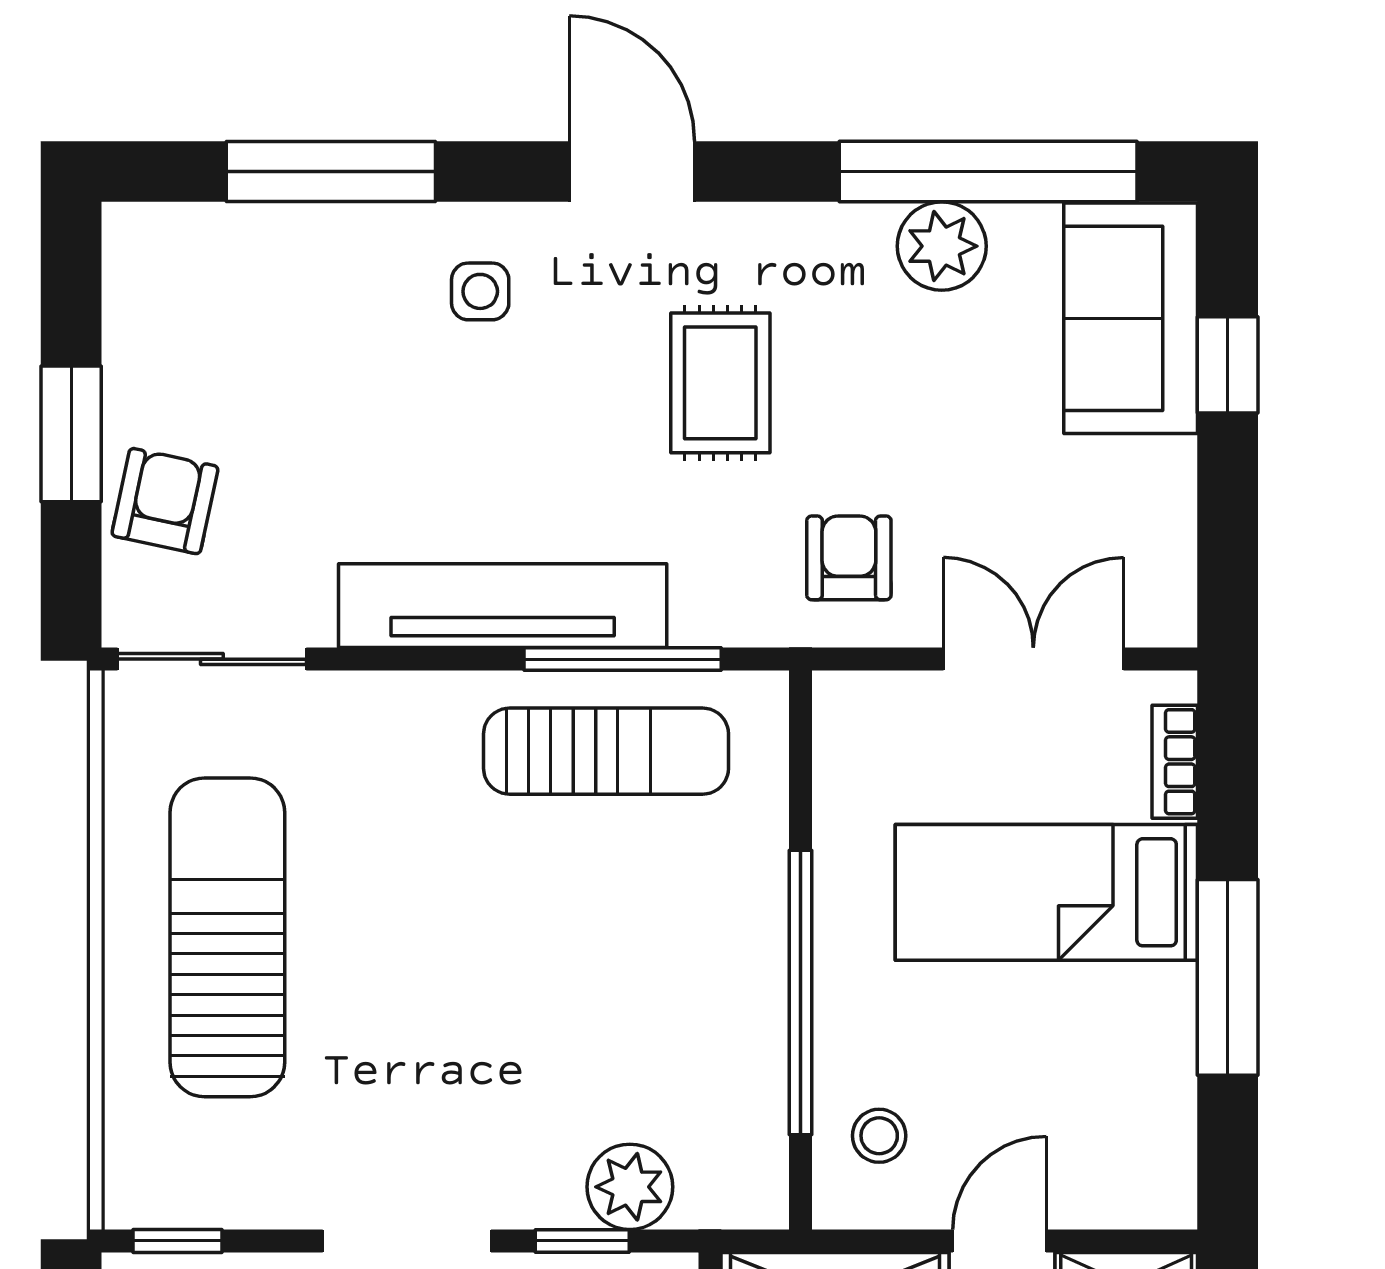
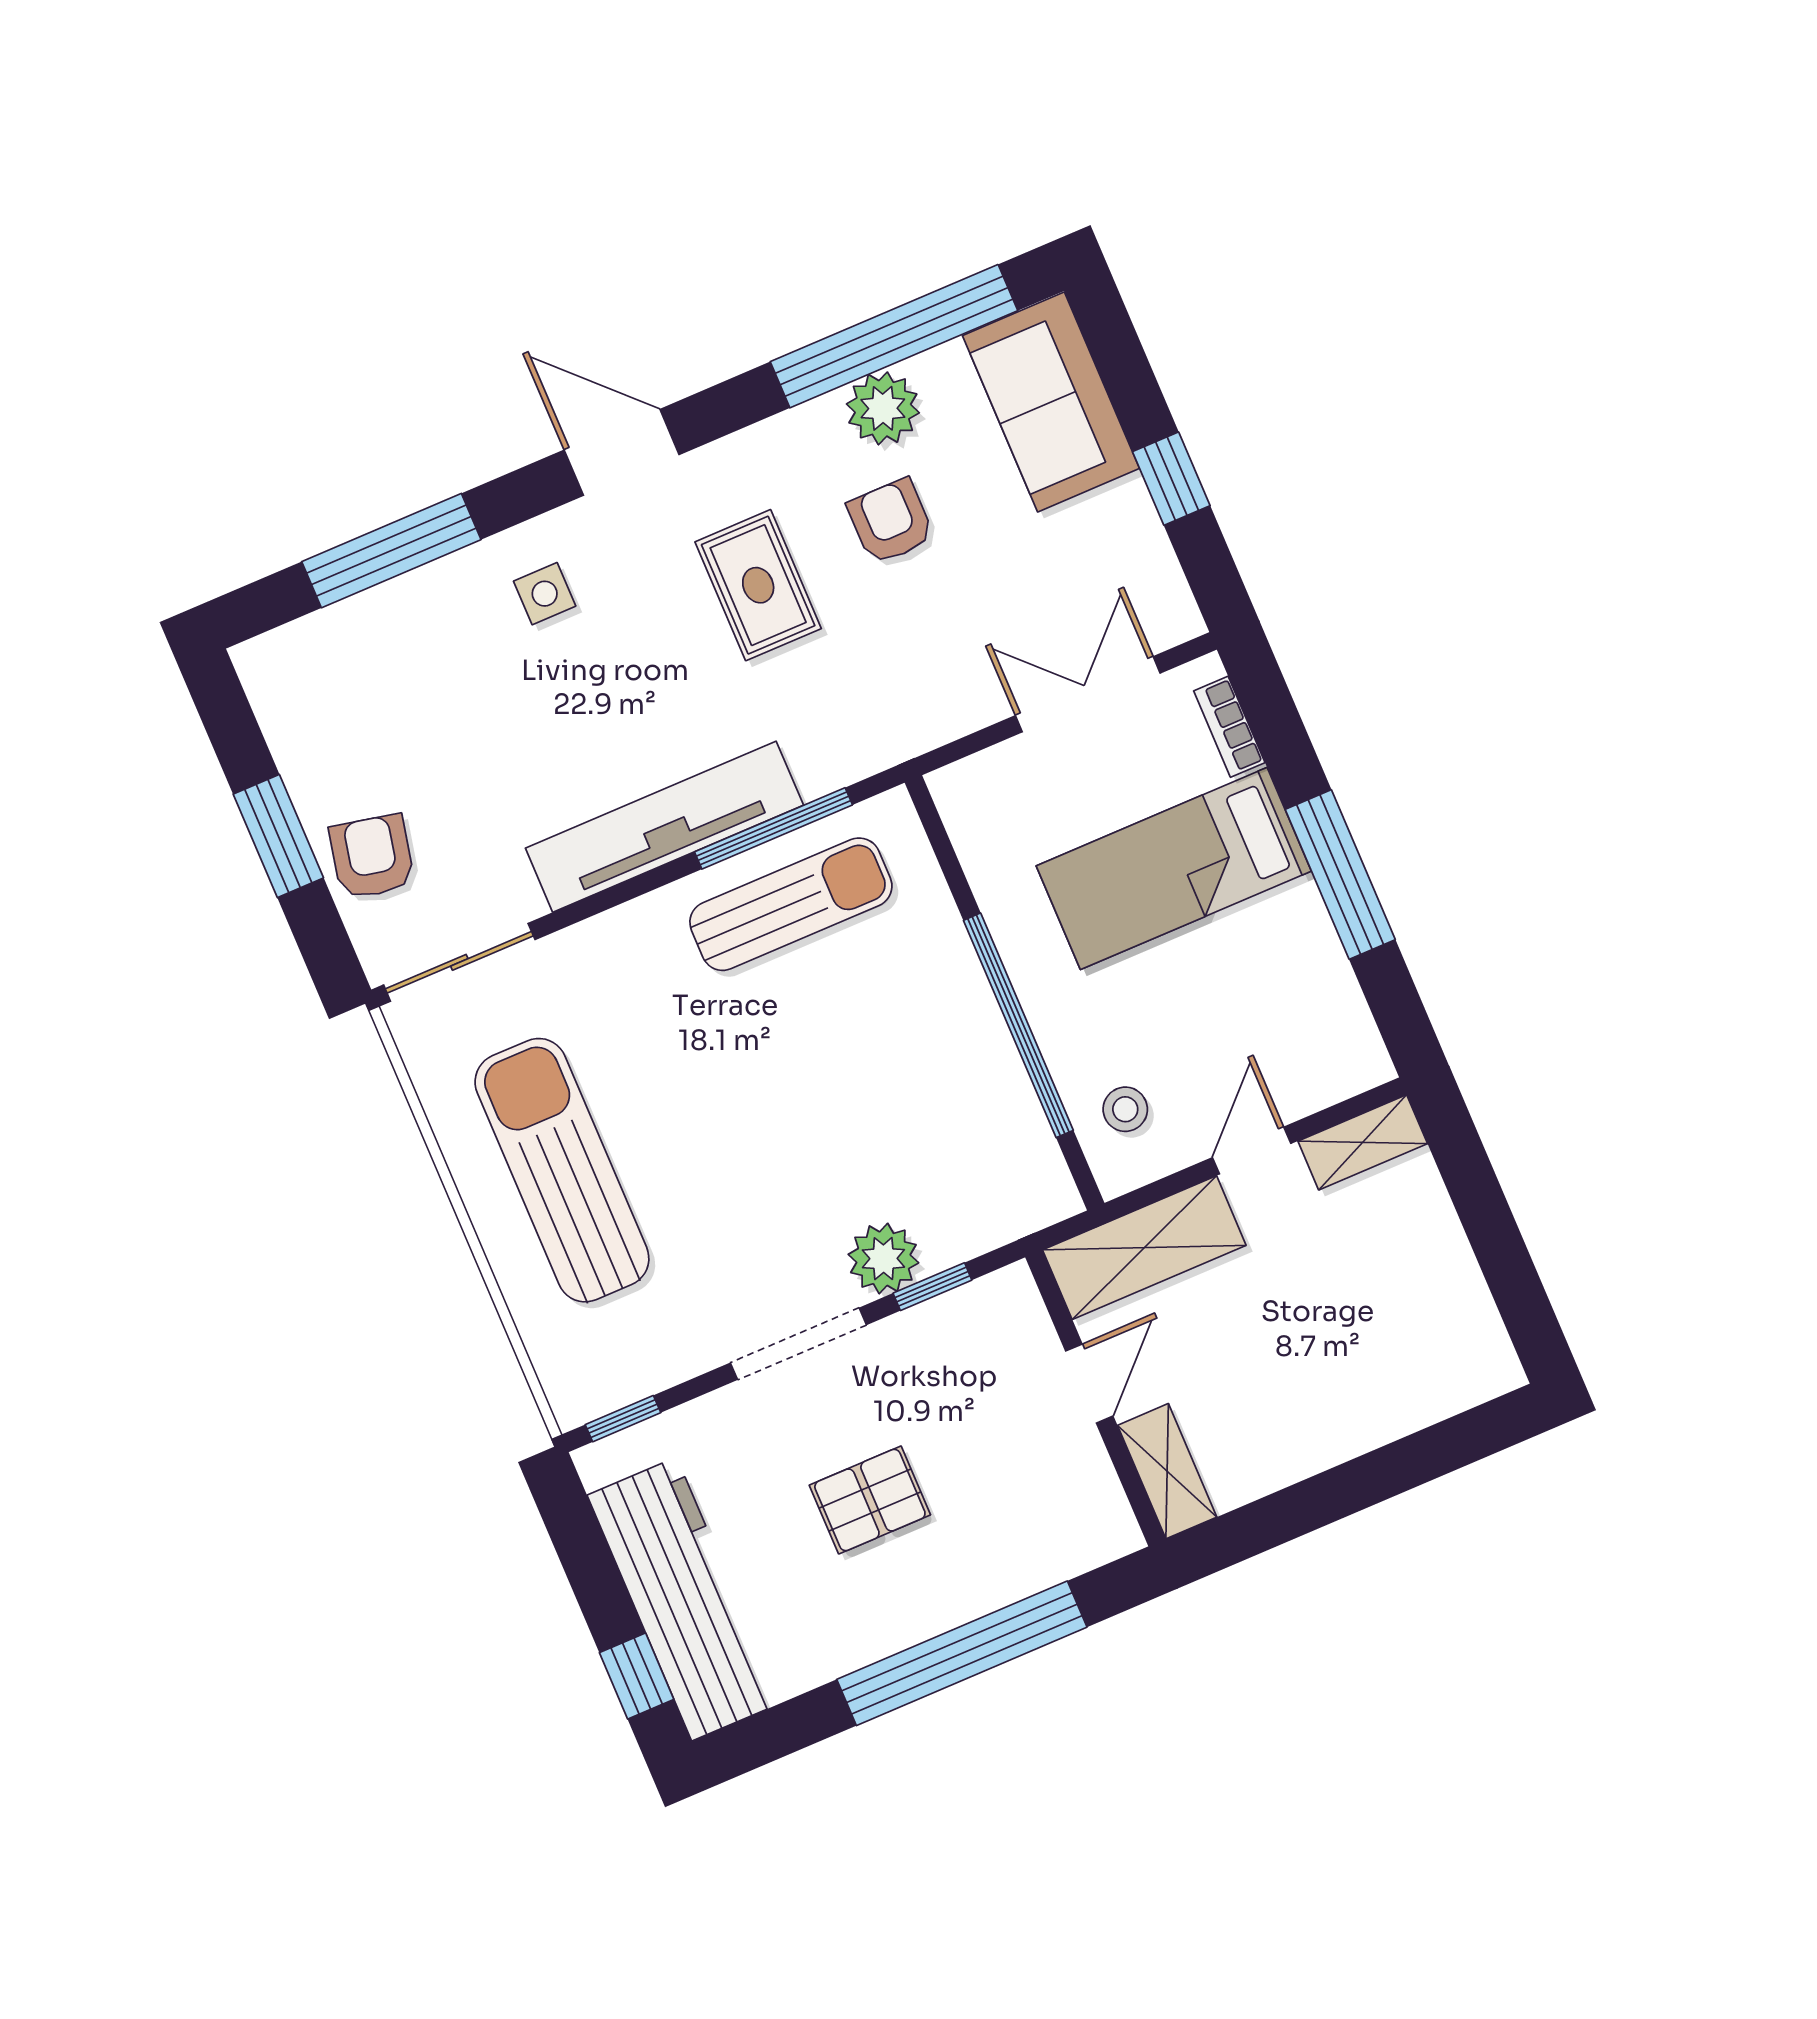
window: (1228, 365) -> (1171, 479), moved
armchair: (849, 558) -> (891, 521), moved
plant: (630, 1187) -> (883, 1259), moved

